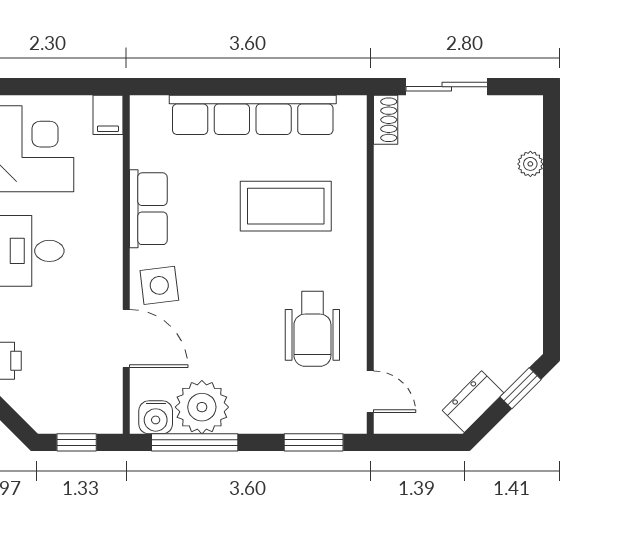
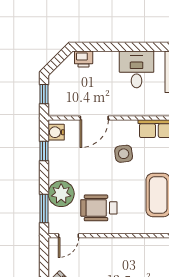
side table: (159, 285) -> (124, 154), moved
plant: (202, 407) -> (61, 194), moved
window: (195, 442) -> (44, 151), width x0.46

